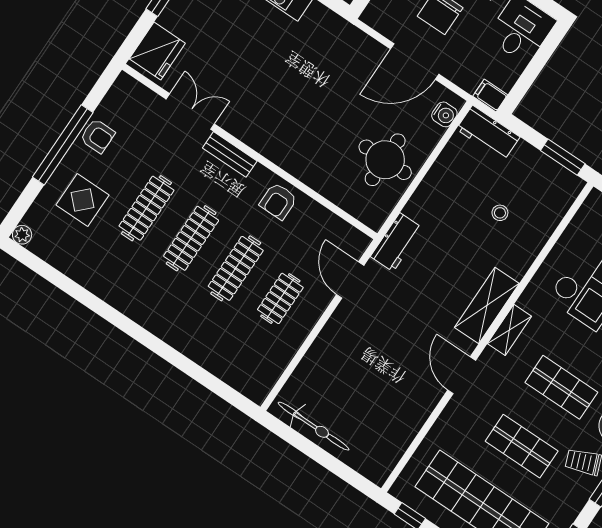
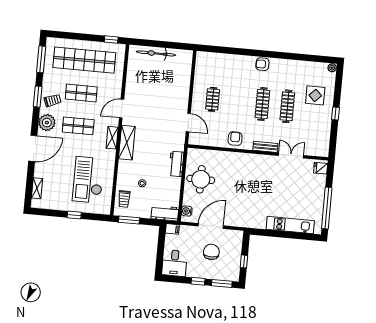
fridge: (157, 51) -> (321, 168), width x0.53, depth x0.75
double door: (190, 112) -> (291, 156), swing flipped
armchair: (97, 136) -> (262, 64), moved
window: (63, 145) -> (336, 113), width x0.32
trolley: (550, 202) -> (124, 199), added
workbench: (396, 242) -> (176, 164), moved
clothes rail: (236, 268) -> (237, 102), removed
door: (462, 375) -> (122, 109), swing flipped
bicycle: (314, 426) -> (156, 53), moved

